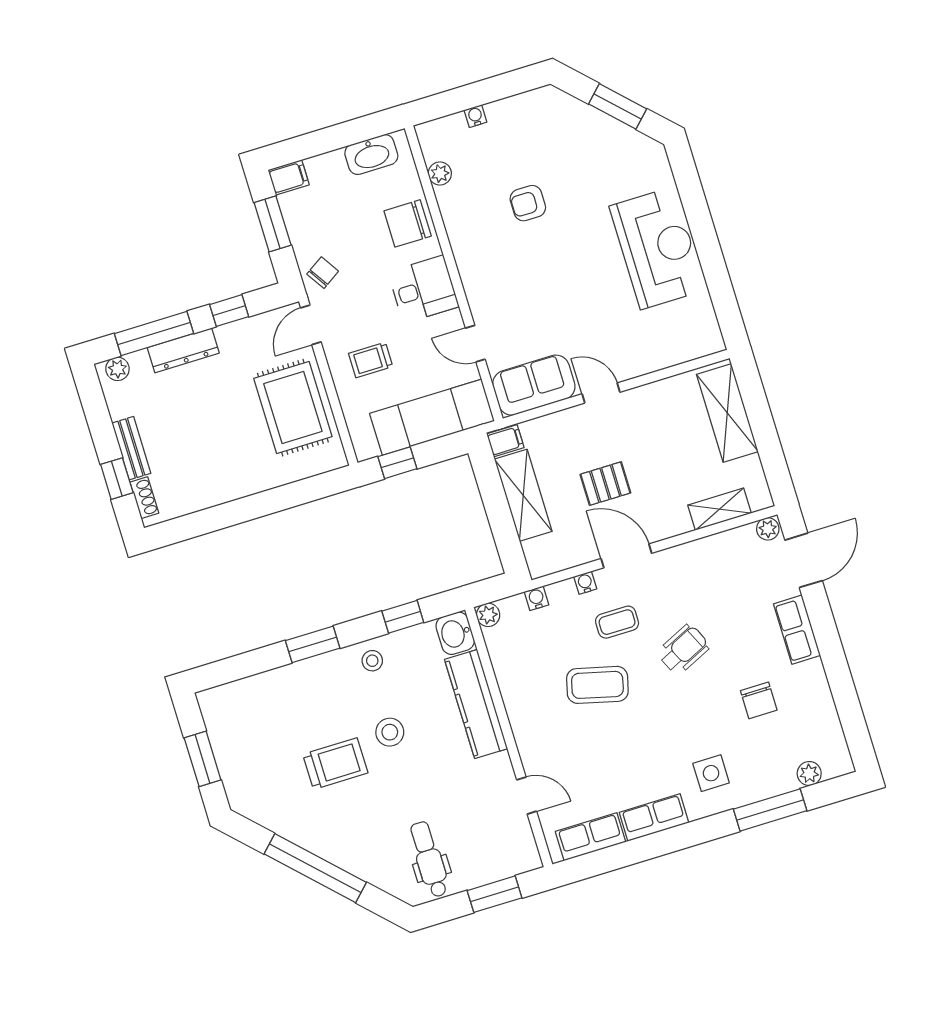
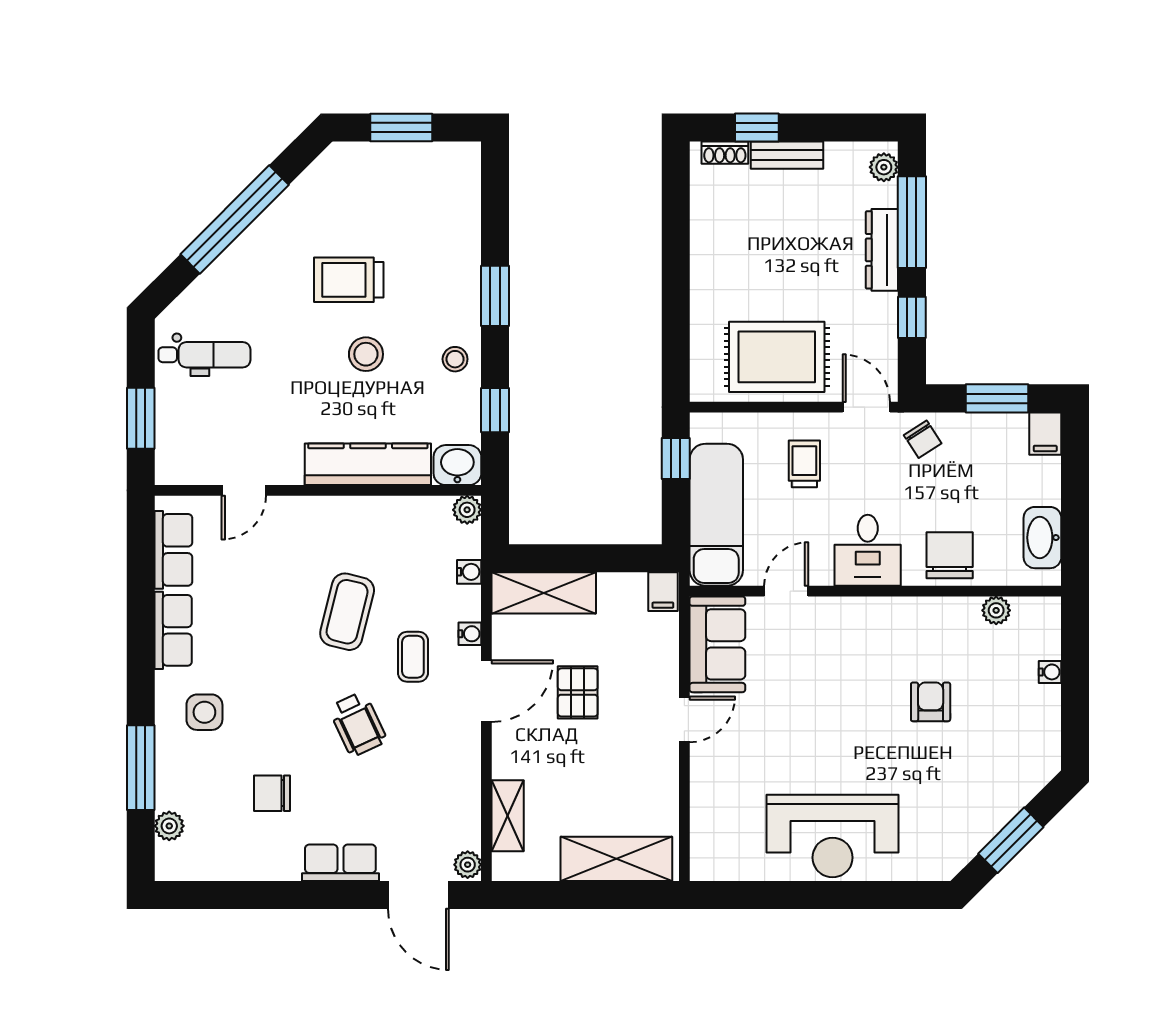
shelving: (523, 495) -> (544, 593), moved
trolley: (335, 764) -> (349, 280), turned 90

